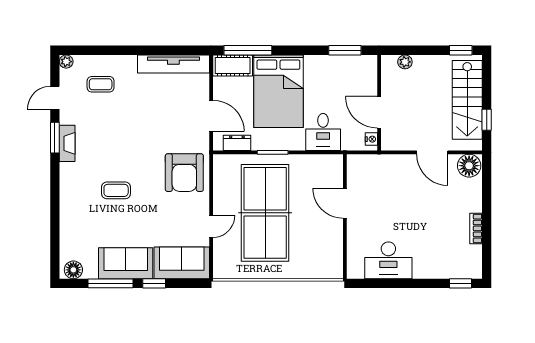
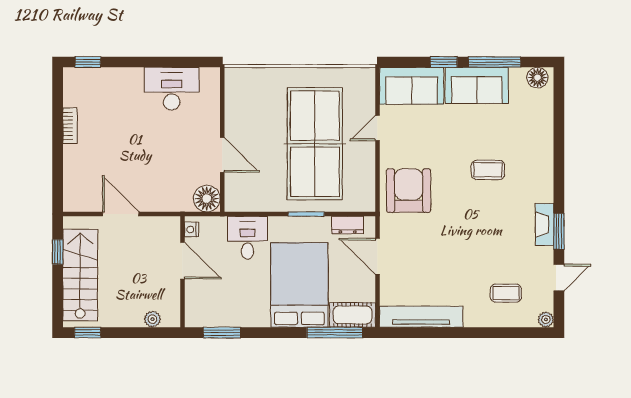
floor lamp: (469, 166) -> (207, 199), moved

